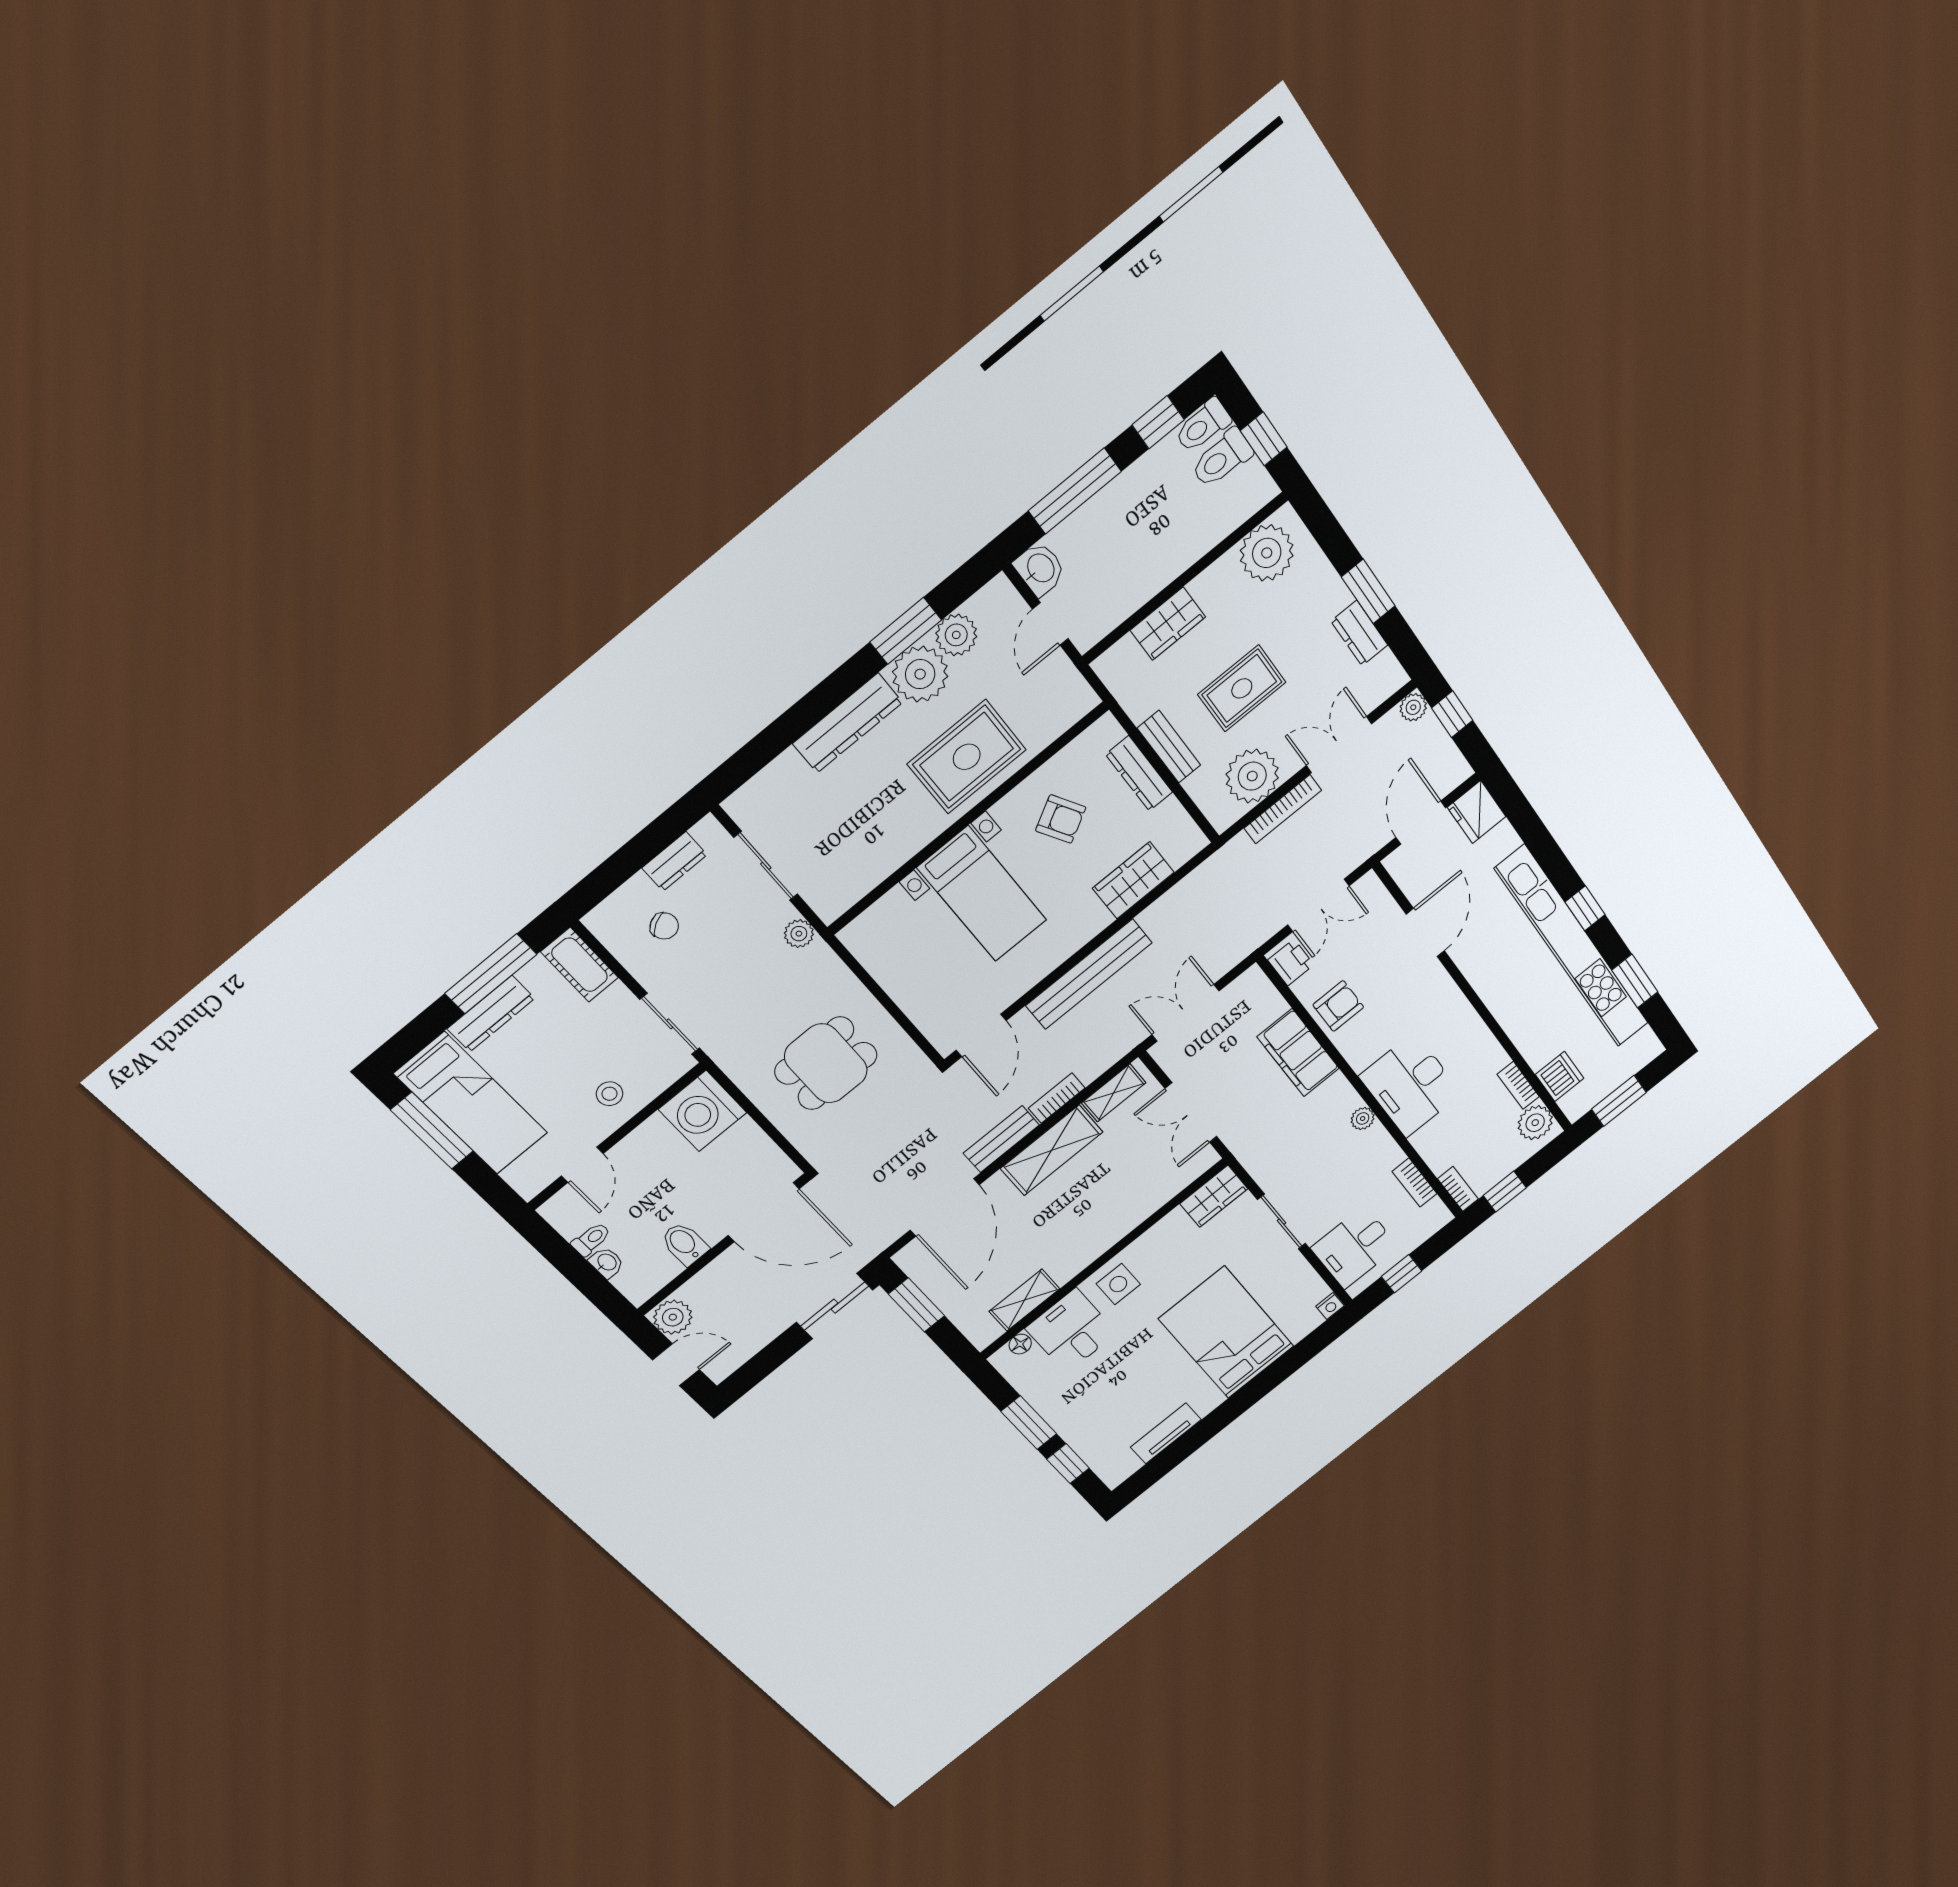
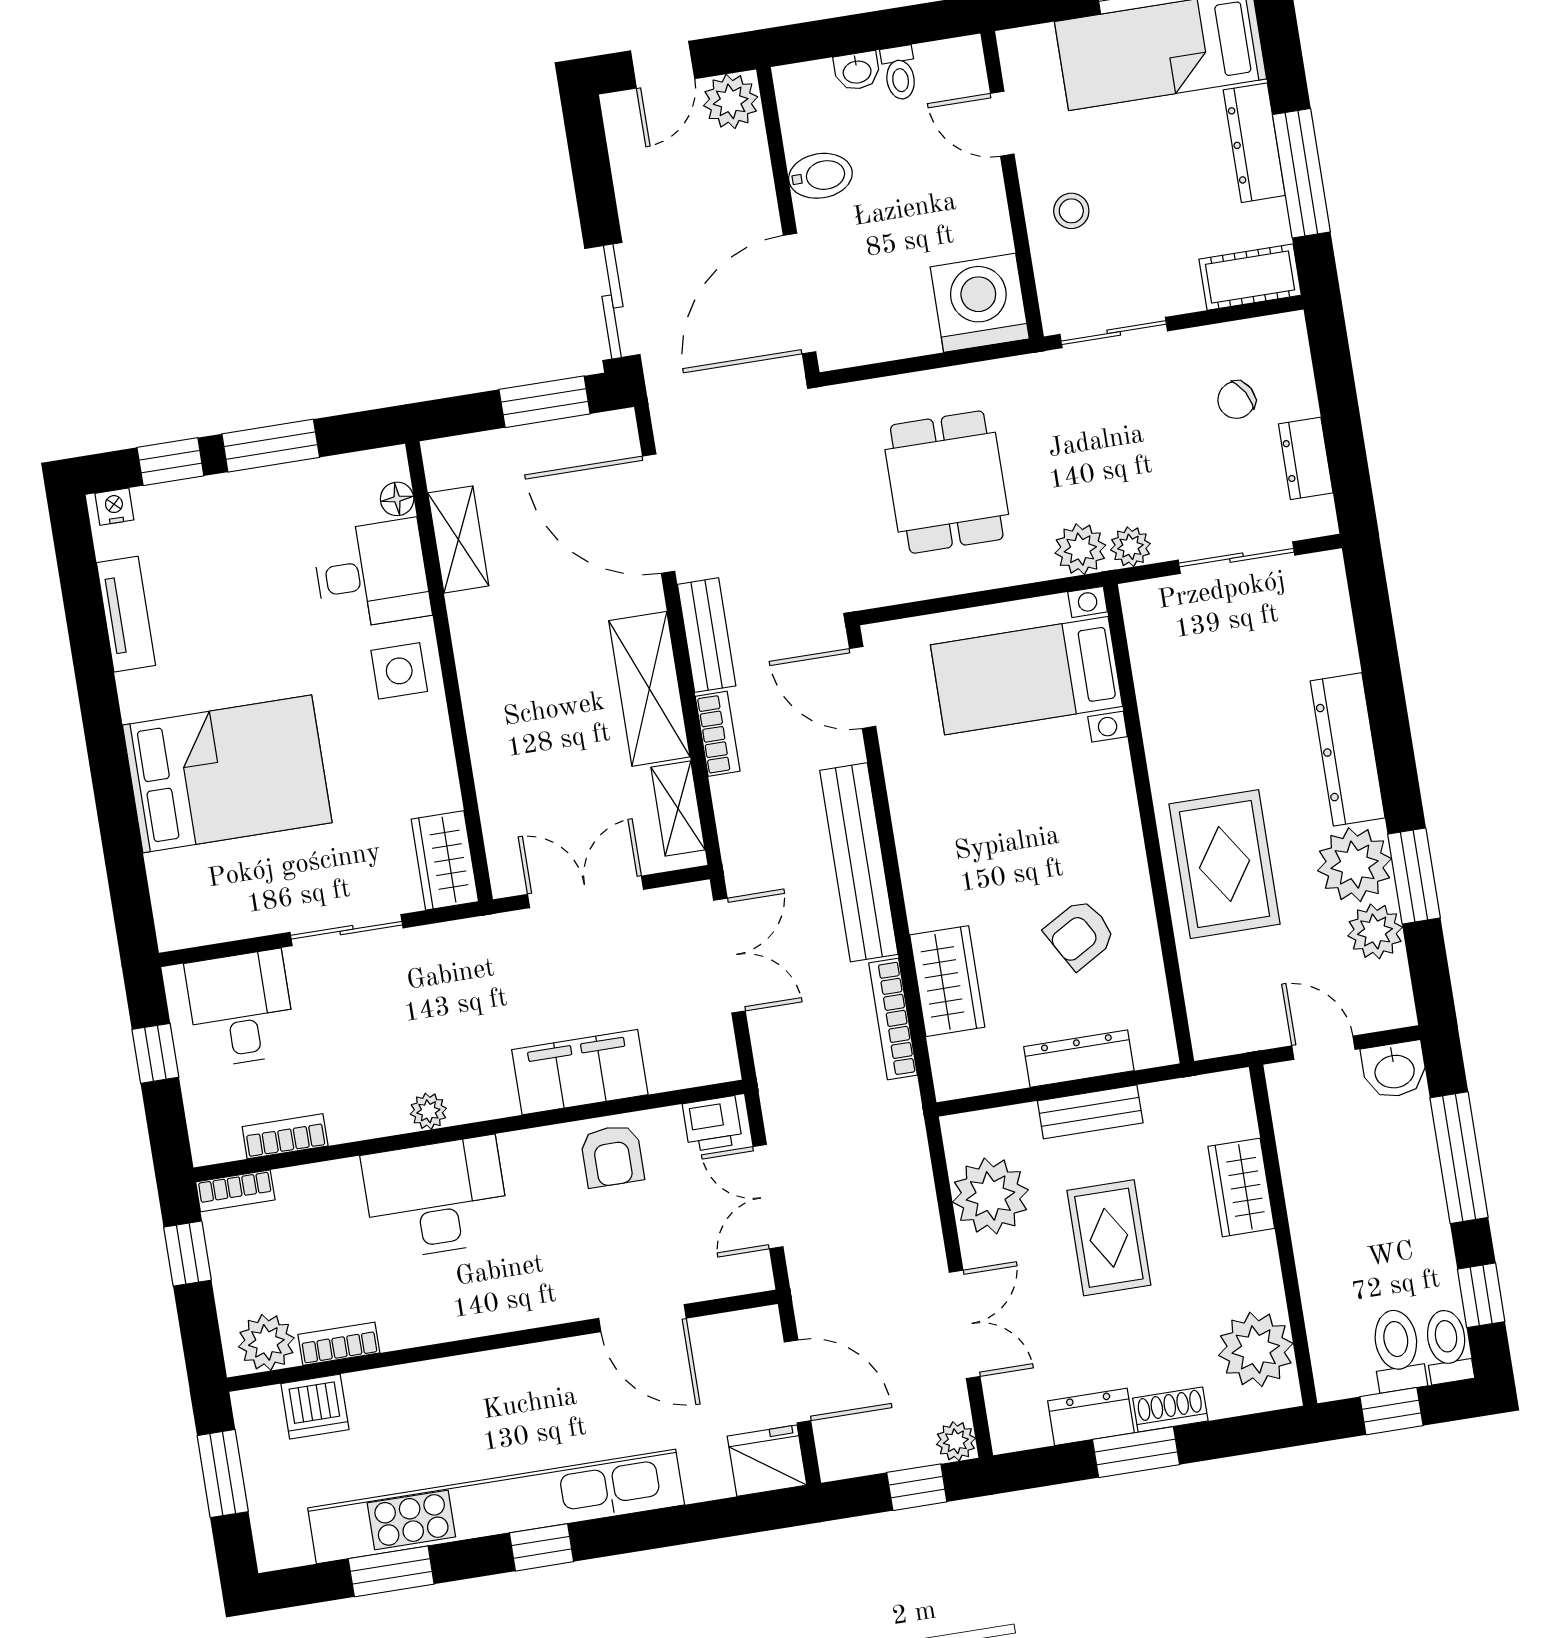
shoe rack: (1331, 585) -> (1170, 1410), added
bookcase: (1283, 809) -> (893, 1019), moved
bed with nightstands: (982, 894) -> (1026, 676), moved
plant: (819, 962) -> (1080, 549), added
nightstand: (1330, 1306) -> (114, 507), moved, turned 90

